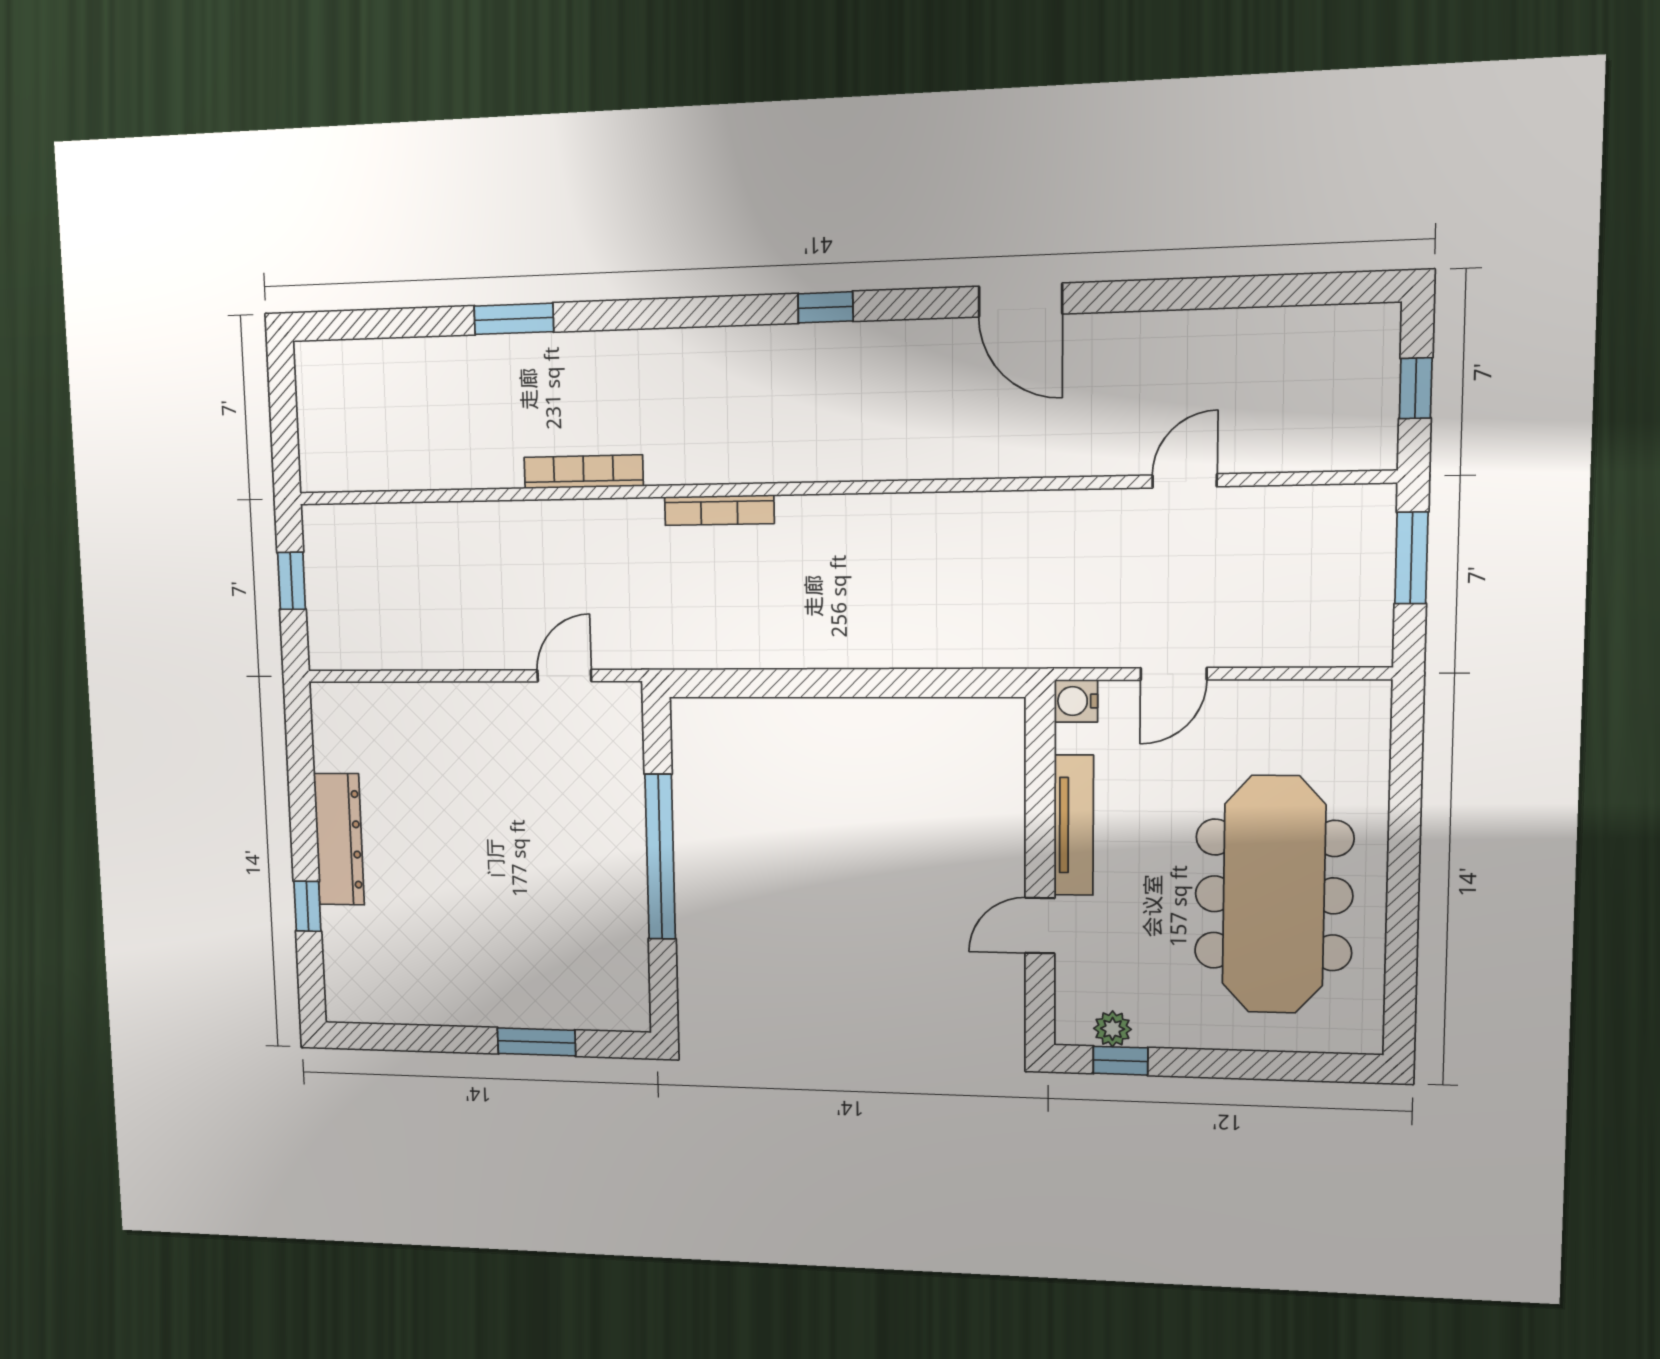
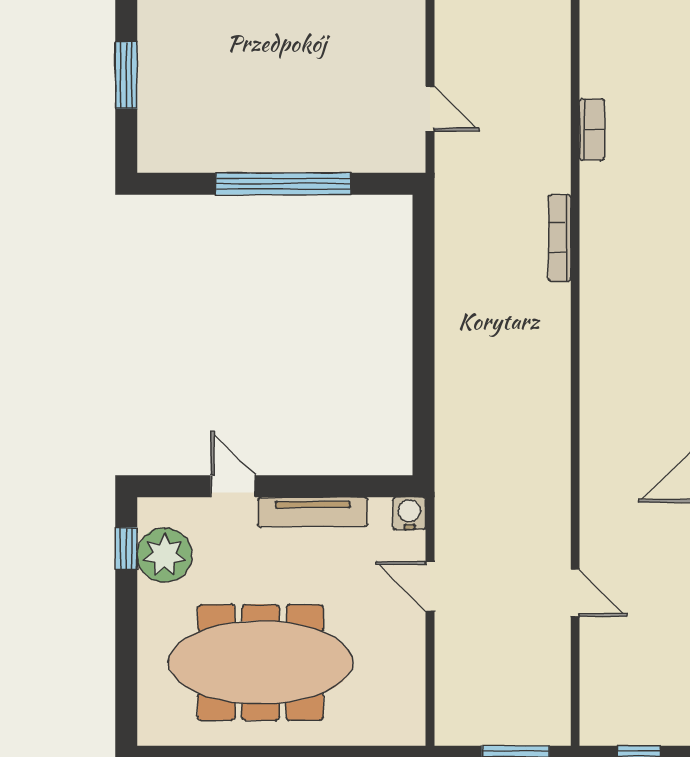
bookcase: (583, 472) -> (592, 130), width x0.64
plant: (1113, 1029) -> (164, 555), width x1.88, depth x1.88

